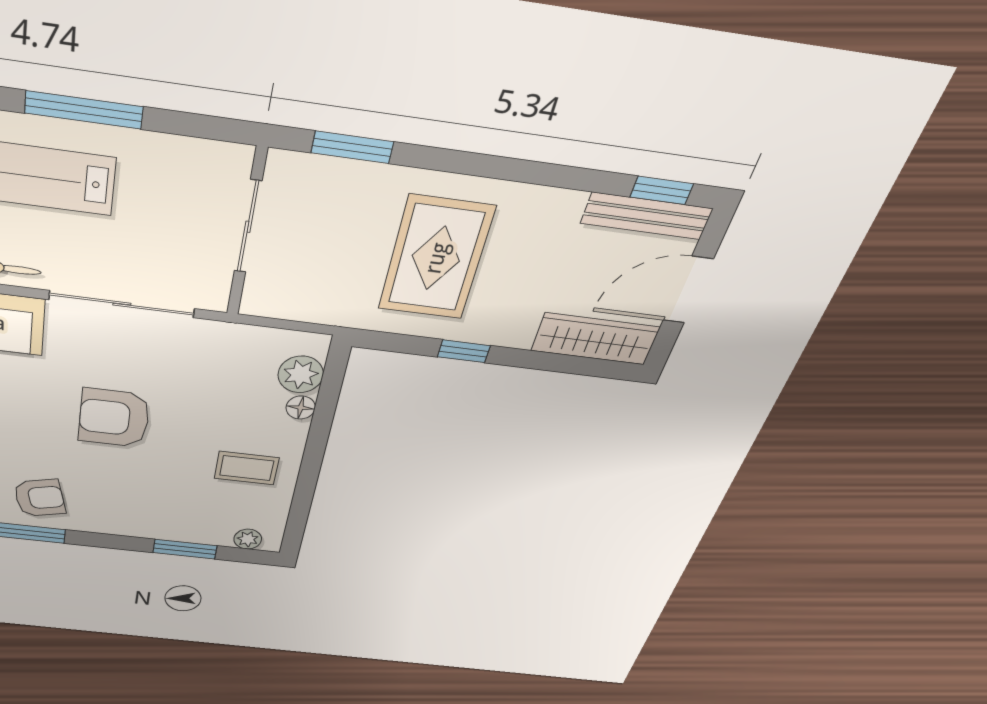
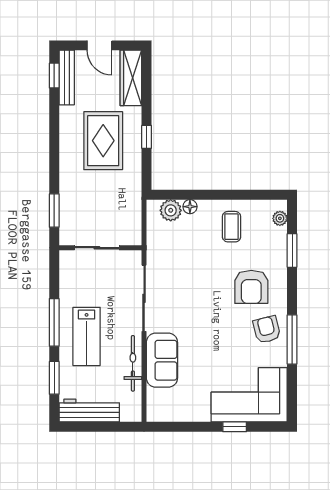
rug: (436, 258) -> (103, 141), moved, turned 90
door: (688, 290) -> (99, 45), width x0.73
armchair: (114, 418) -> (251, 287), moved

